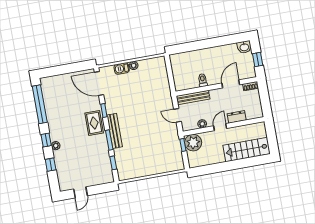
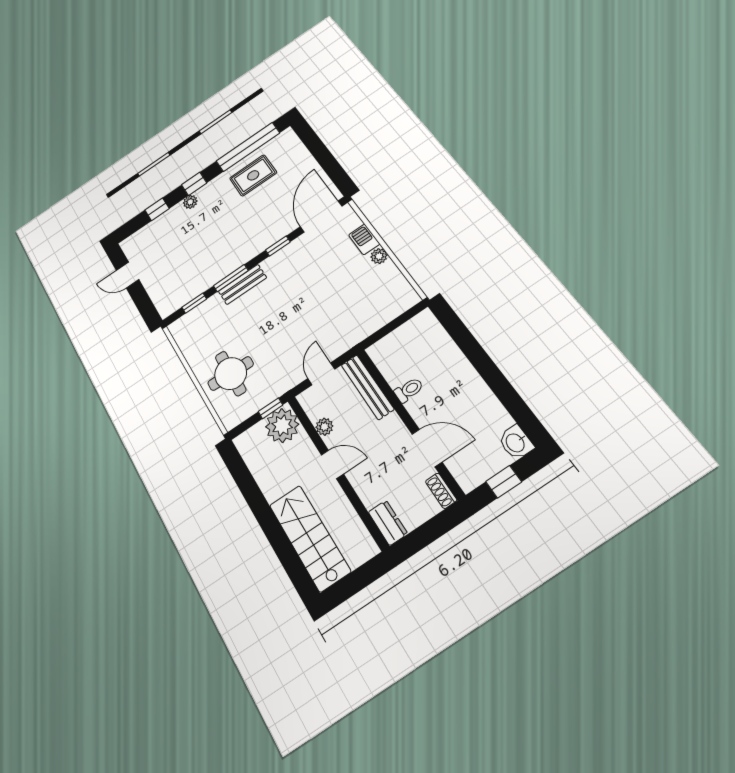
dresser: (237, 117) -> (388, 523), moved
rug: (94, 123) -> (253, 175), moved
bench: (115, 131) -> (242, 284), width x0.73
round table: (158, 158) -> (231, 373), added

